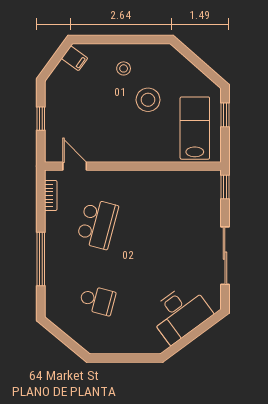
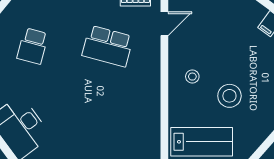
stool: (124, 68) -> (192, 77), moved

